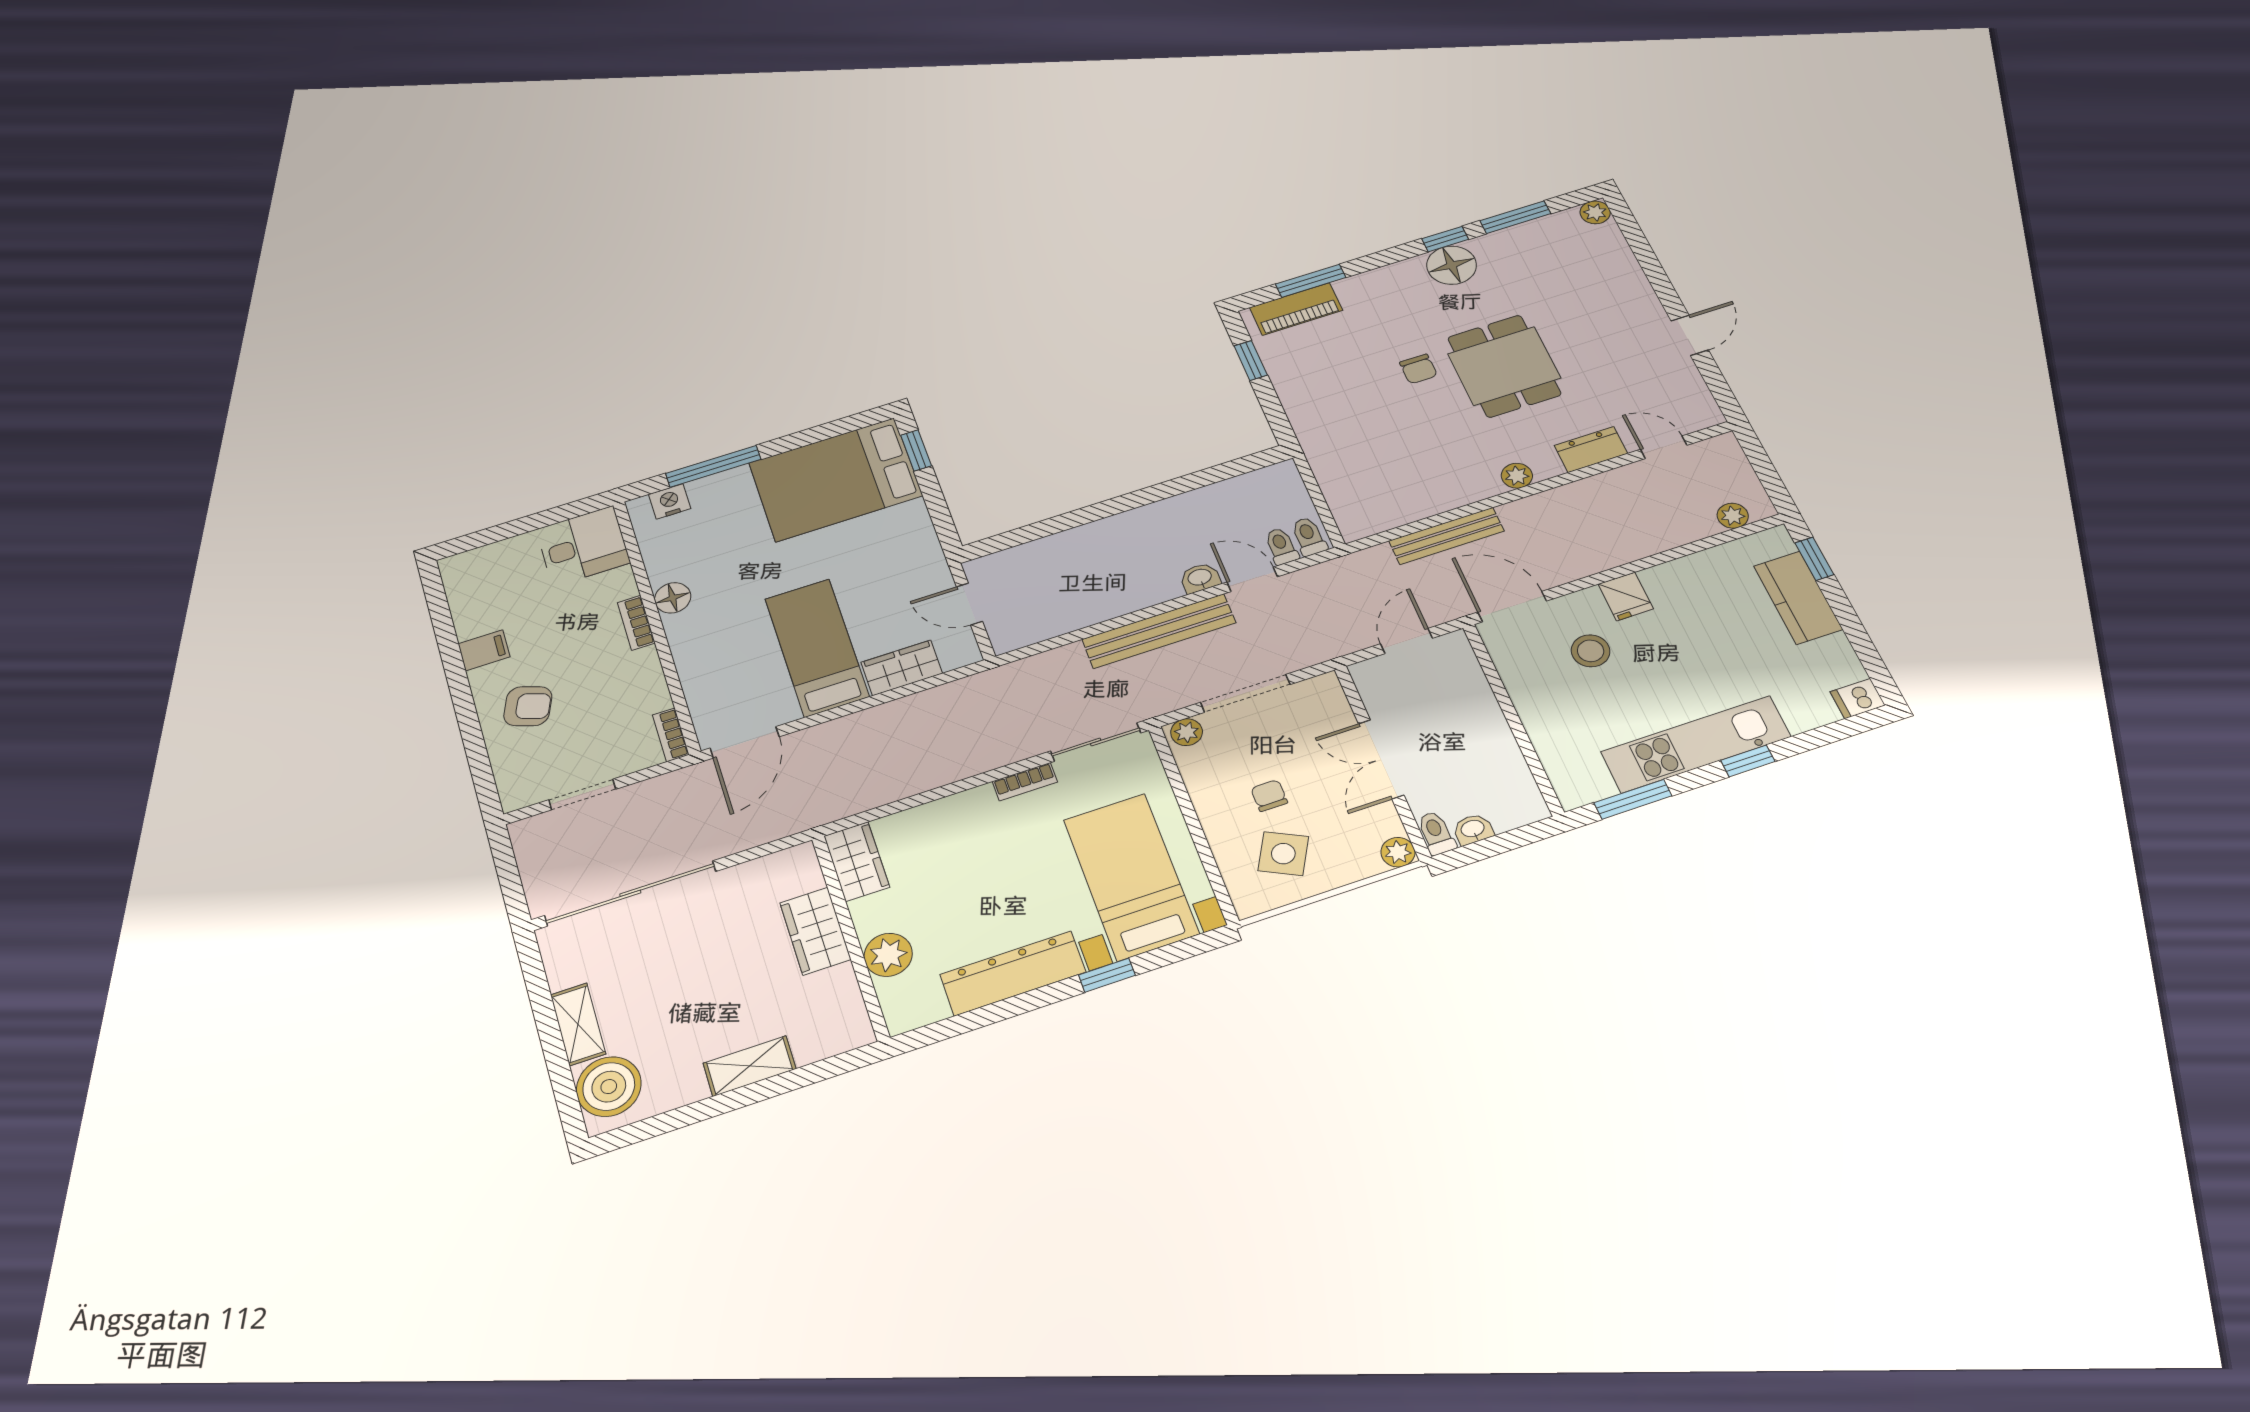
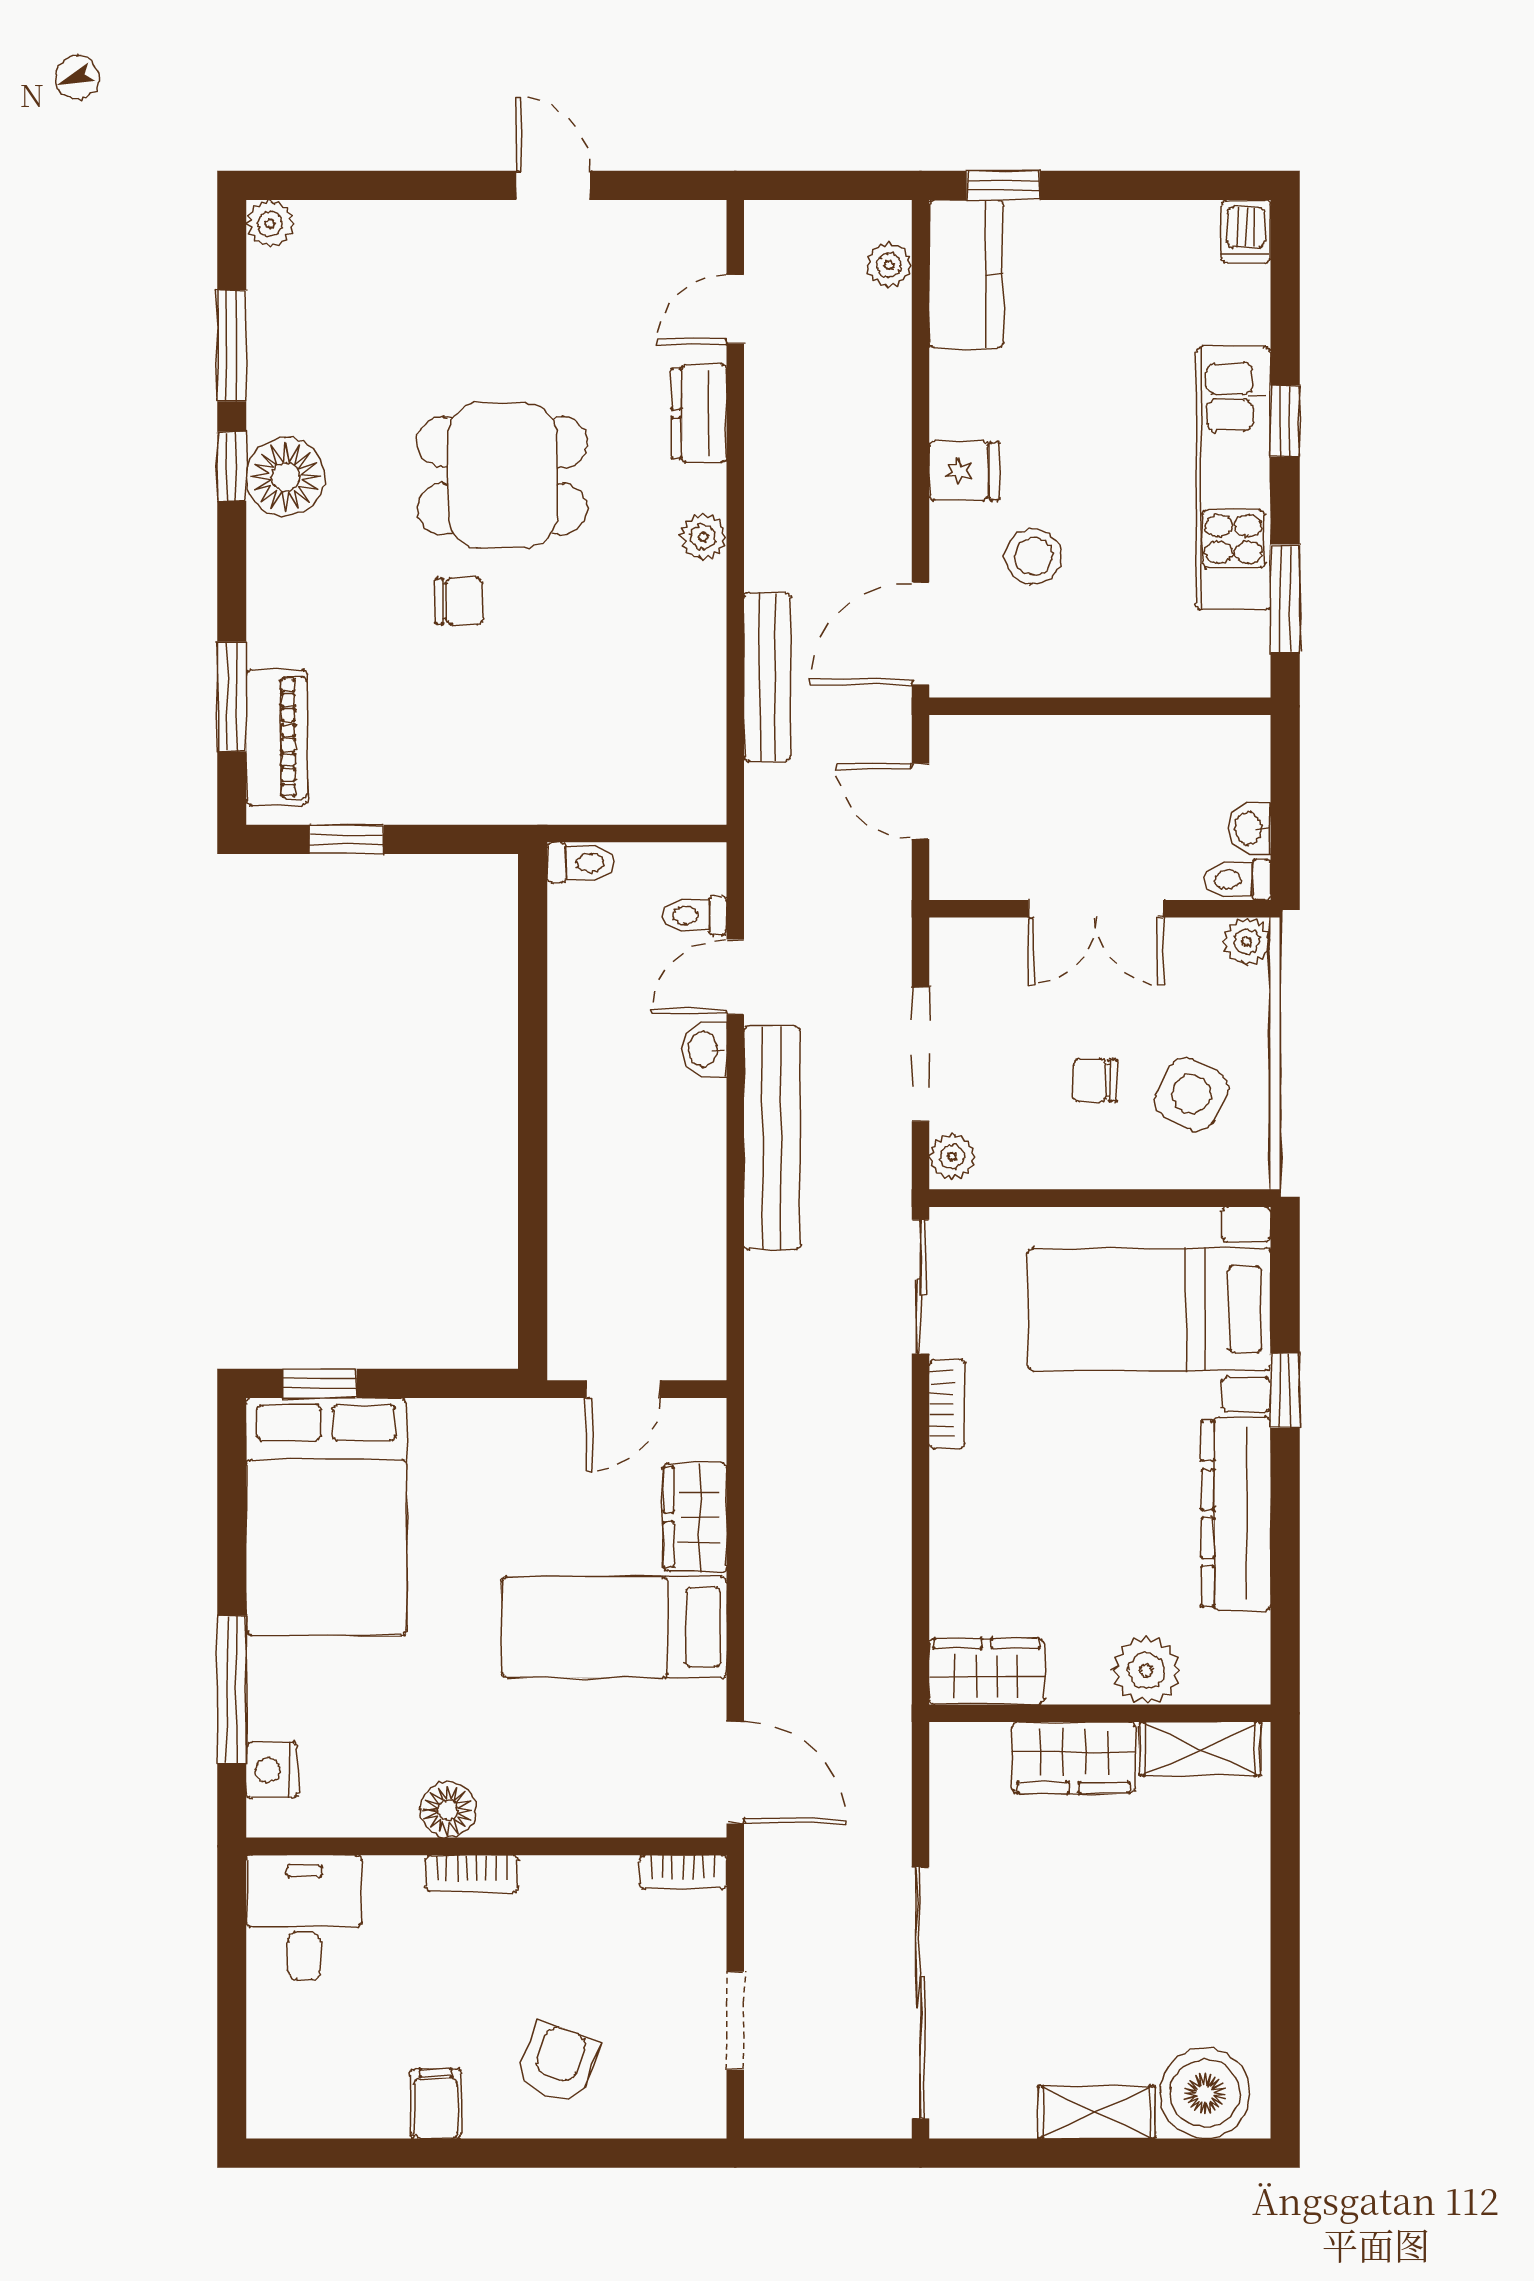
toilet: (1309, 536) -> (581, 863), moved, turned 180
kitchen counter: (1798, 598) -> (966, 274), moved, turned -90
shelving: (750, 1066) -> (1200, 1749), moved, turned 90

